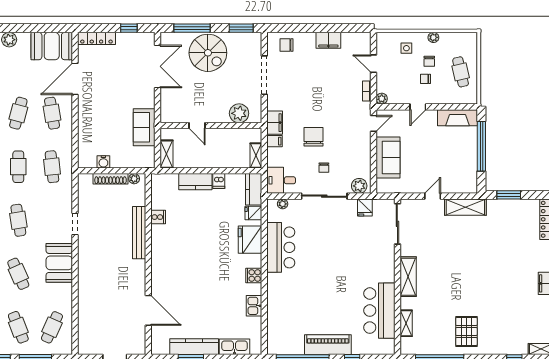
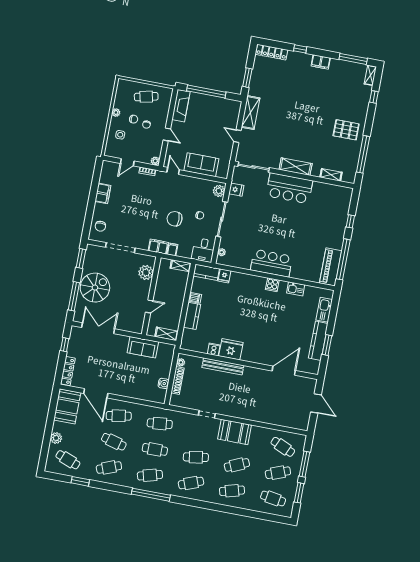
fridge: (250, 240) -> (231, 349), moved, turned 180
bar counter: (281, 247) -> (271, 263), moved
bar counter: (379, 311) -> (289, 188), moved
piano: (328, 345) -> (331, 267), moved

